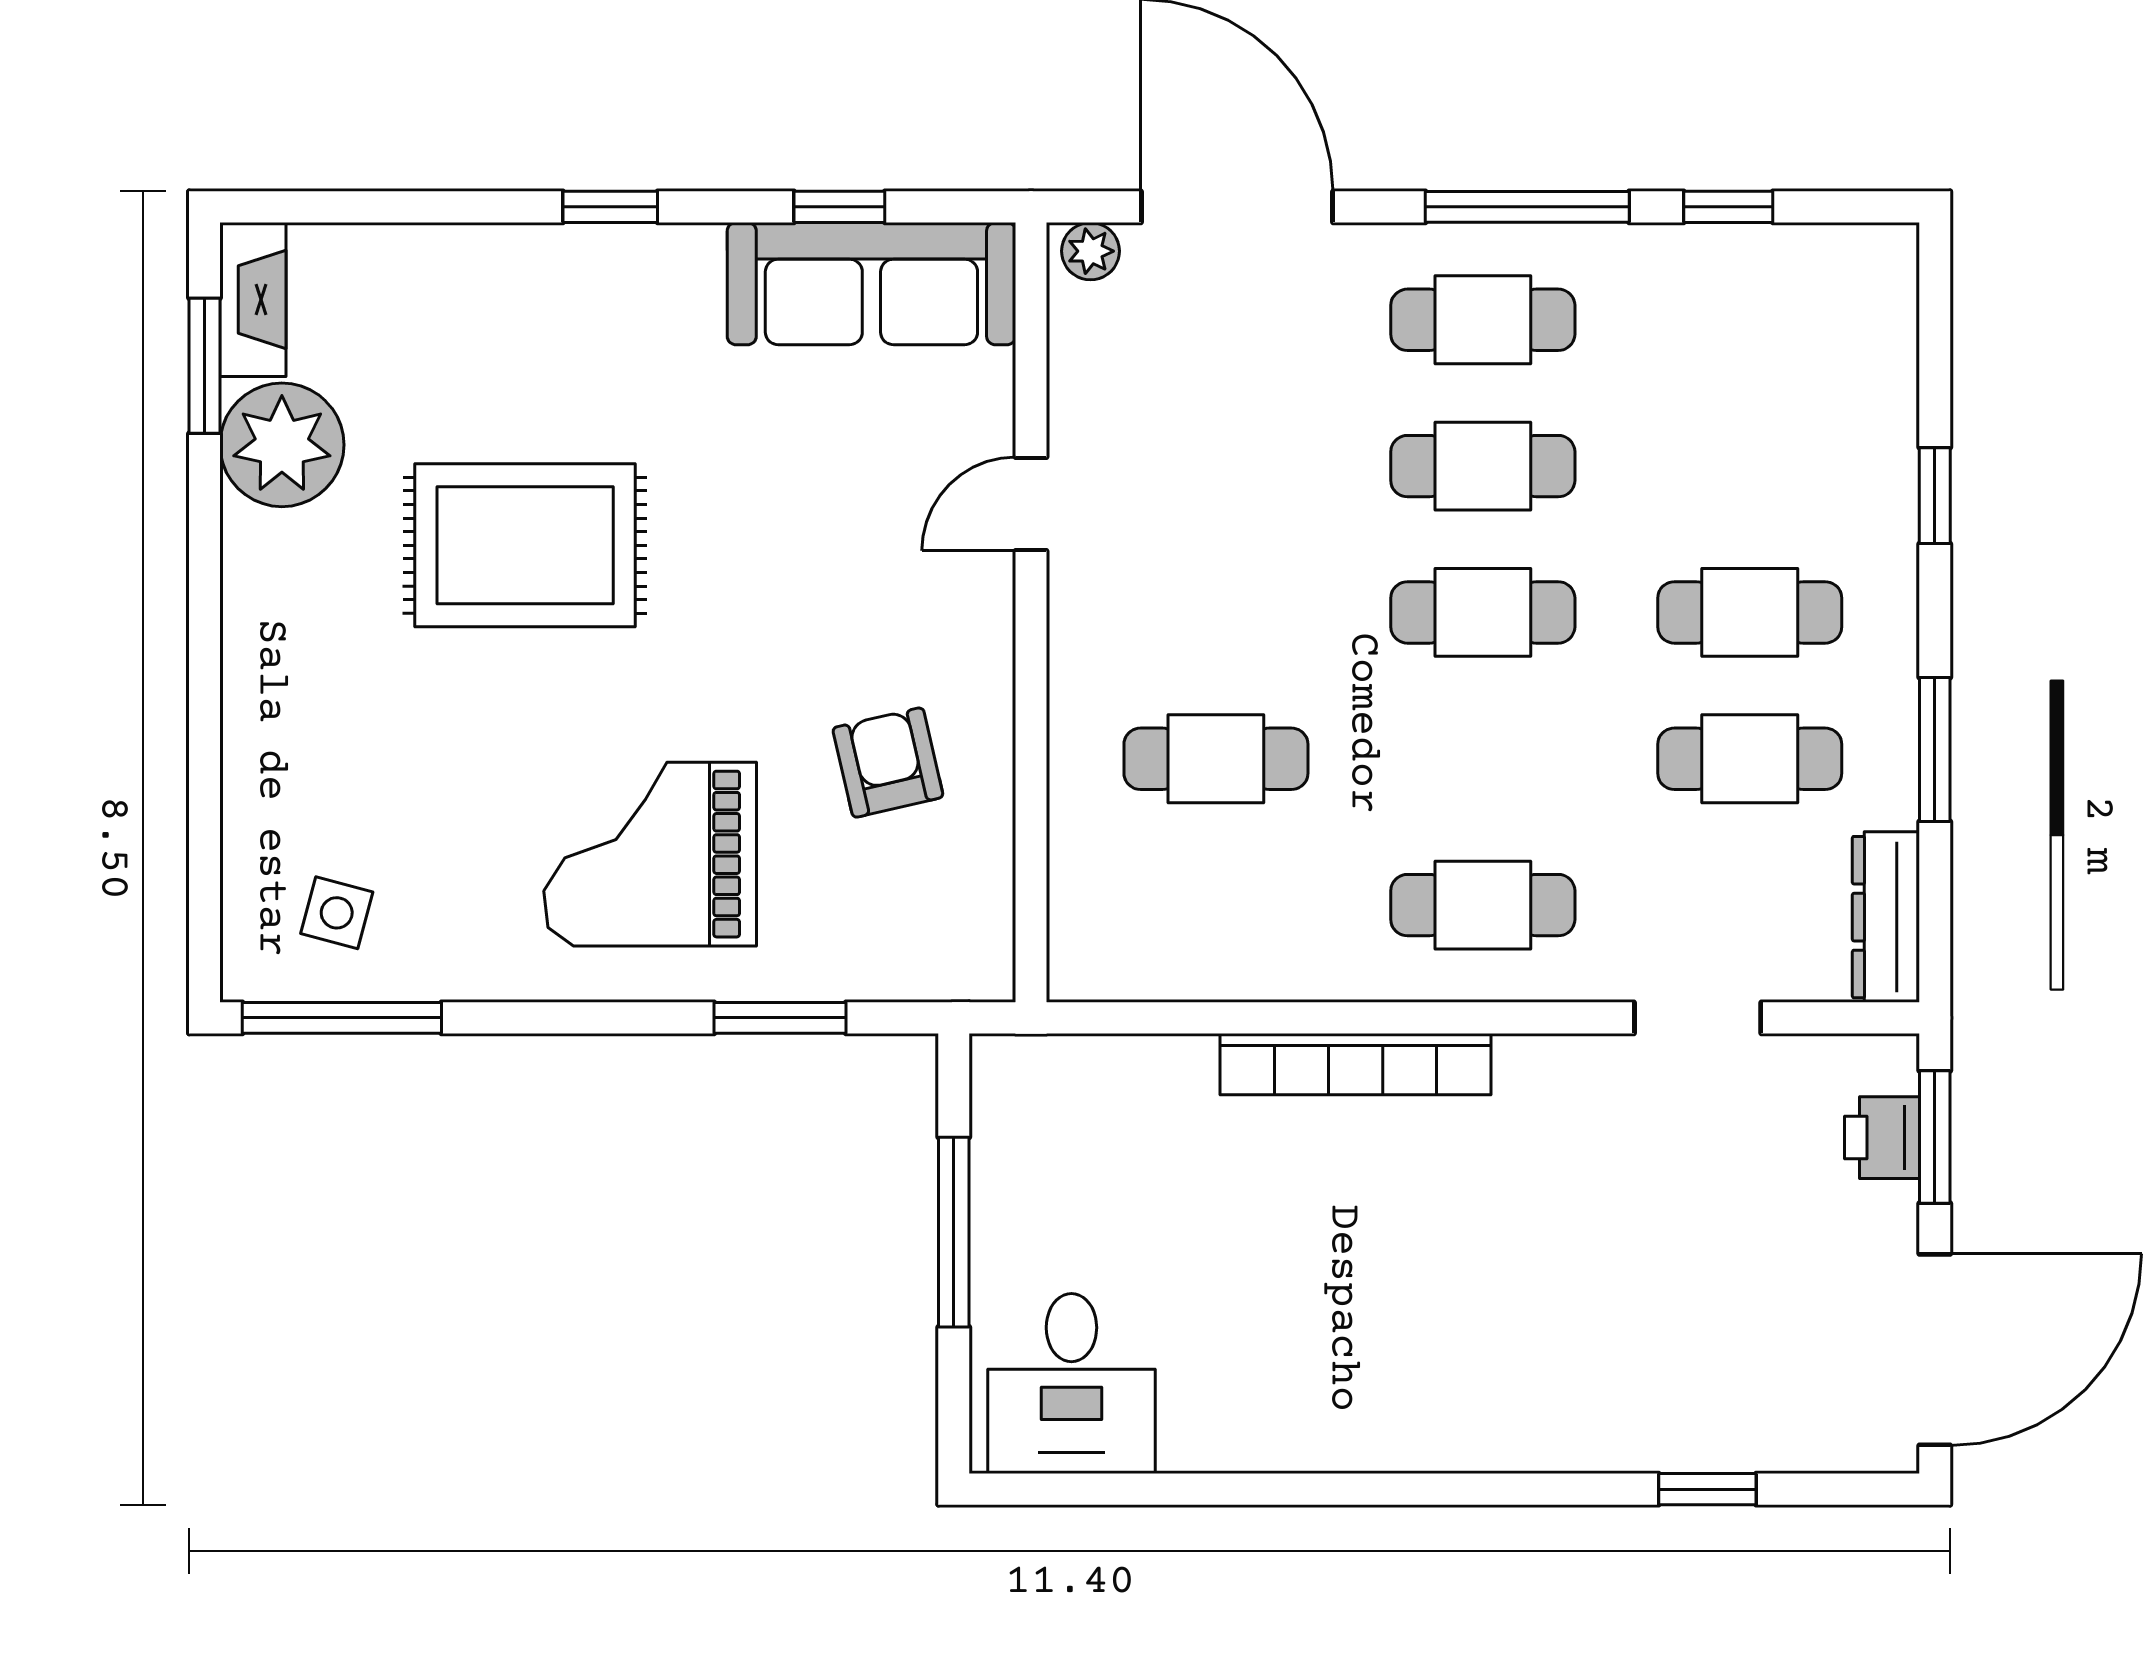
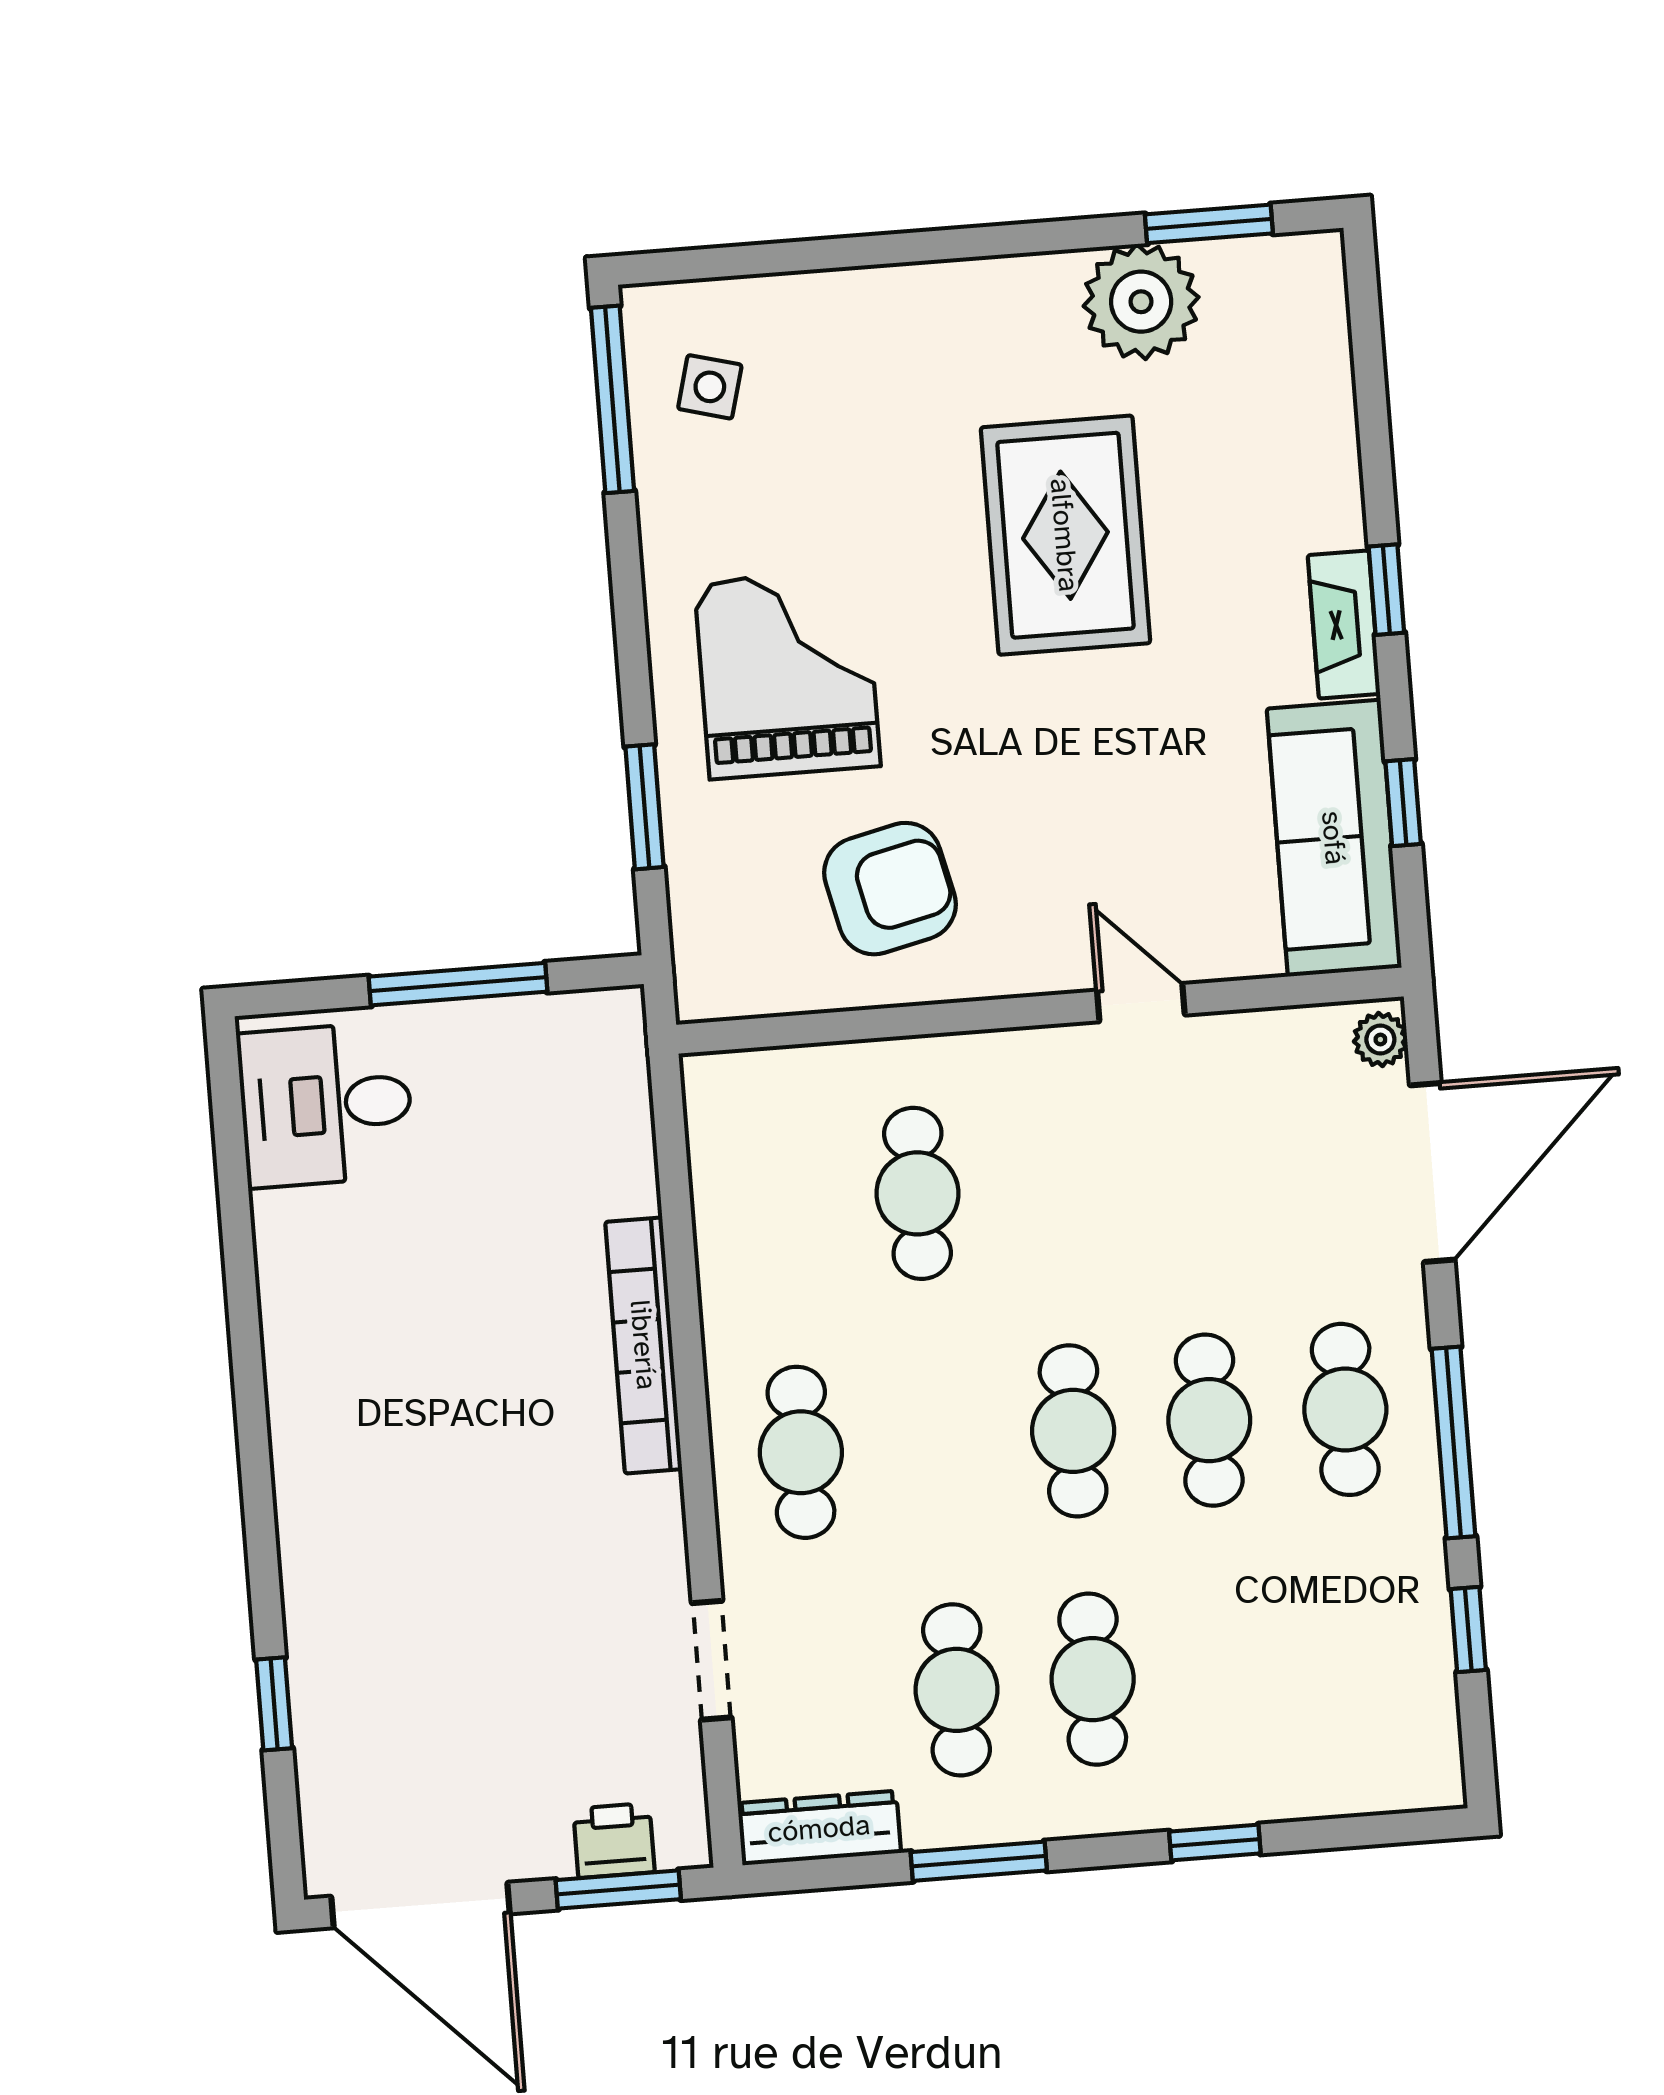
fireplace: (253, 300) -> (1344, 625), moved, turned 90
armchair: (888, 763) -> (890, 889), width x1.38, depth x1.38

